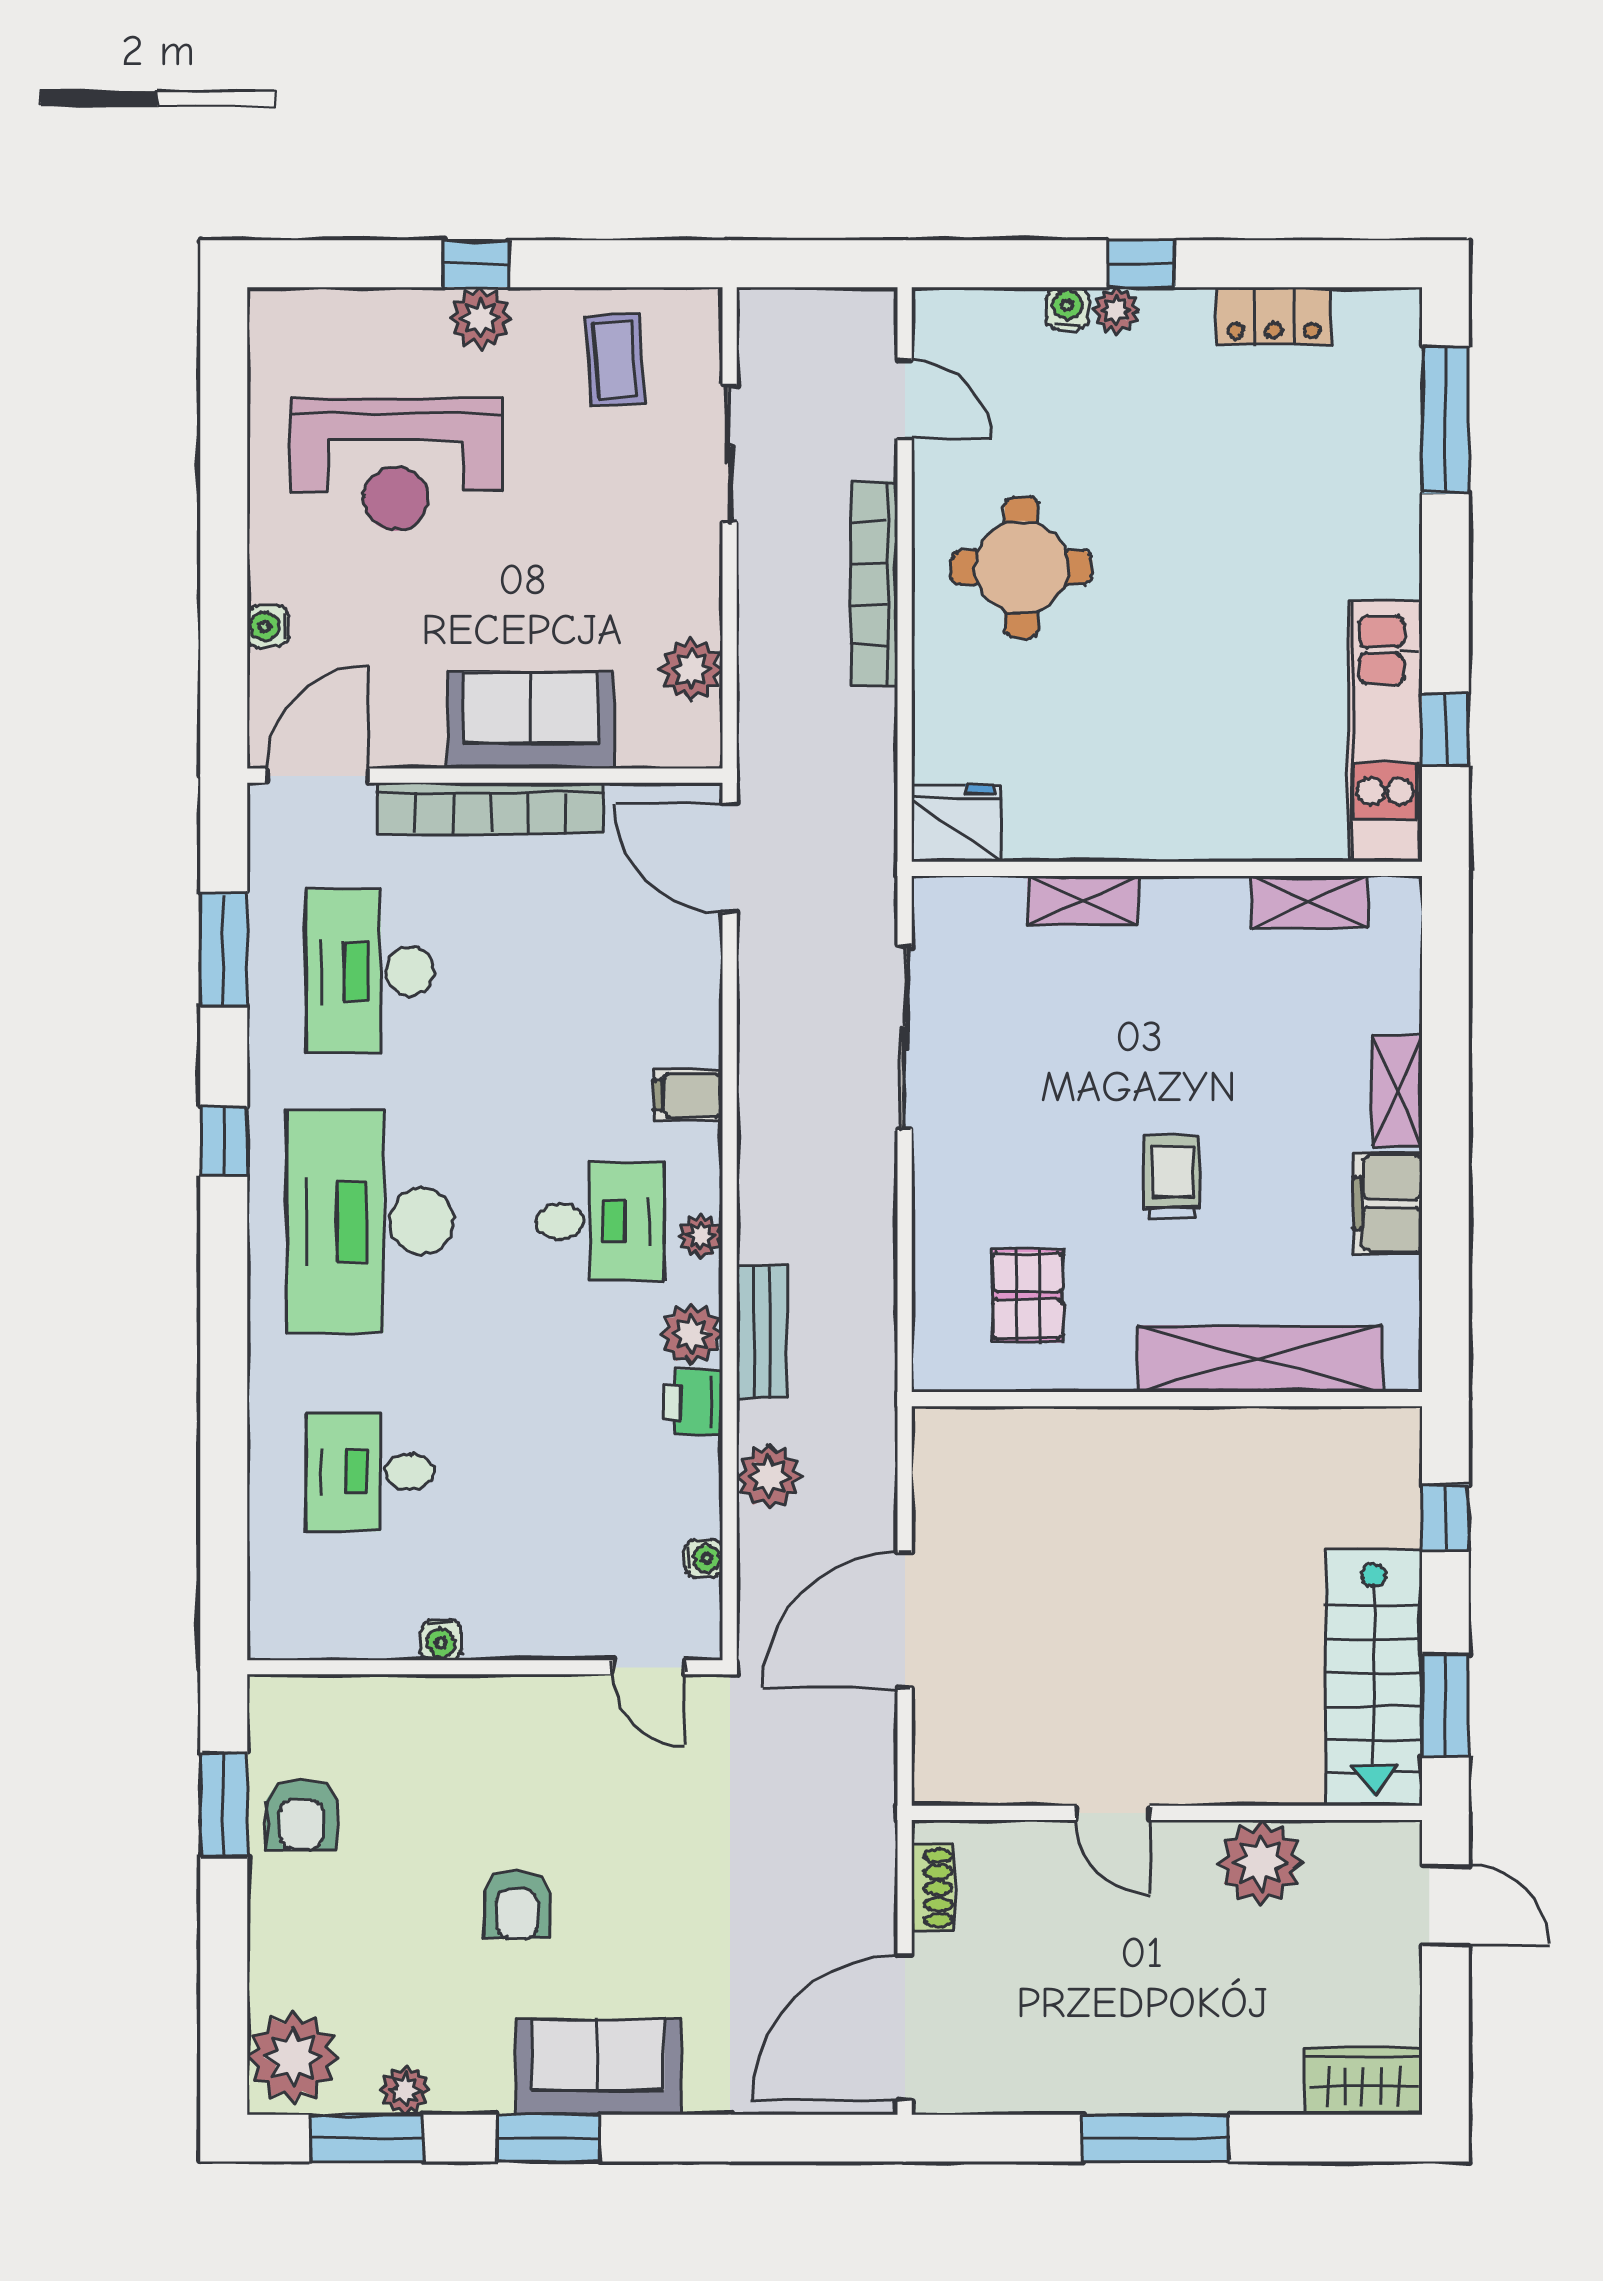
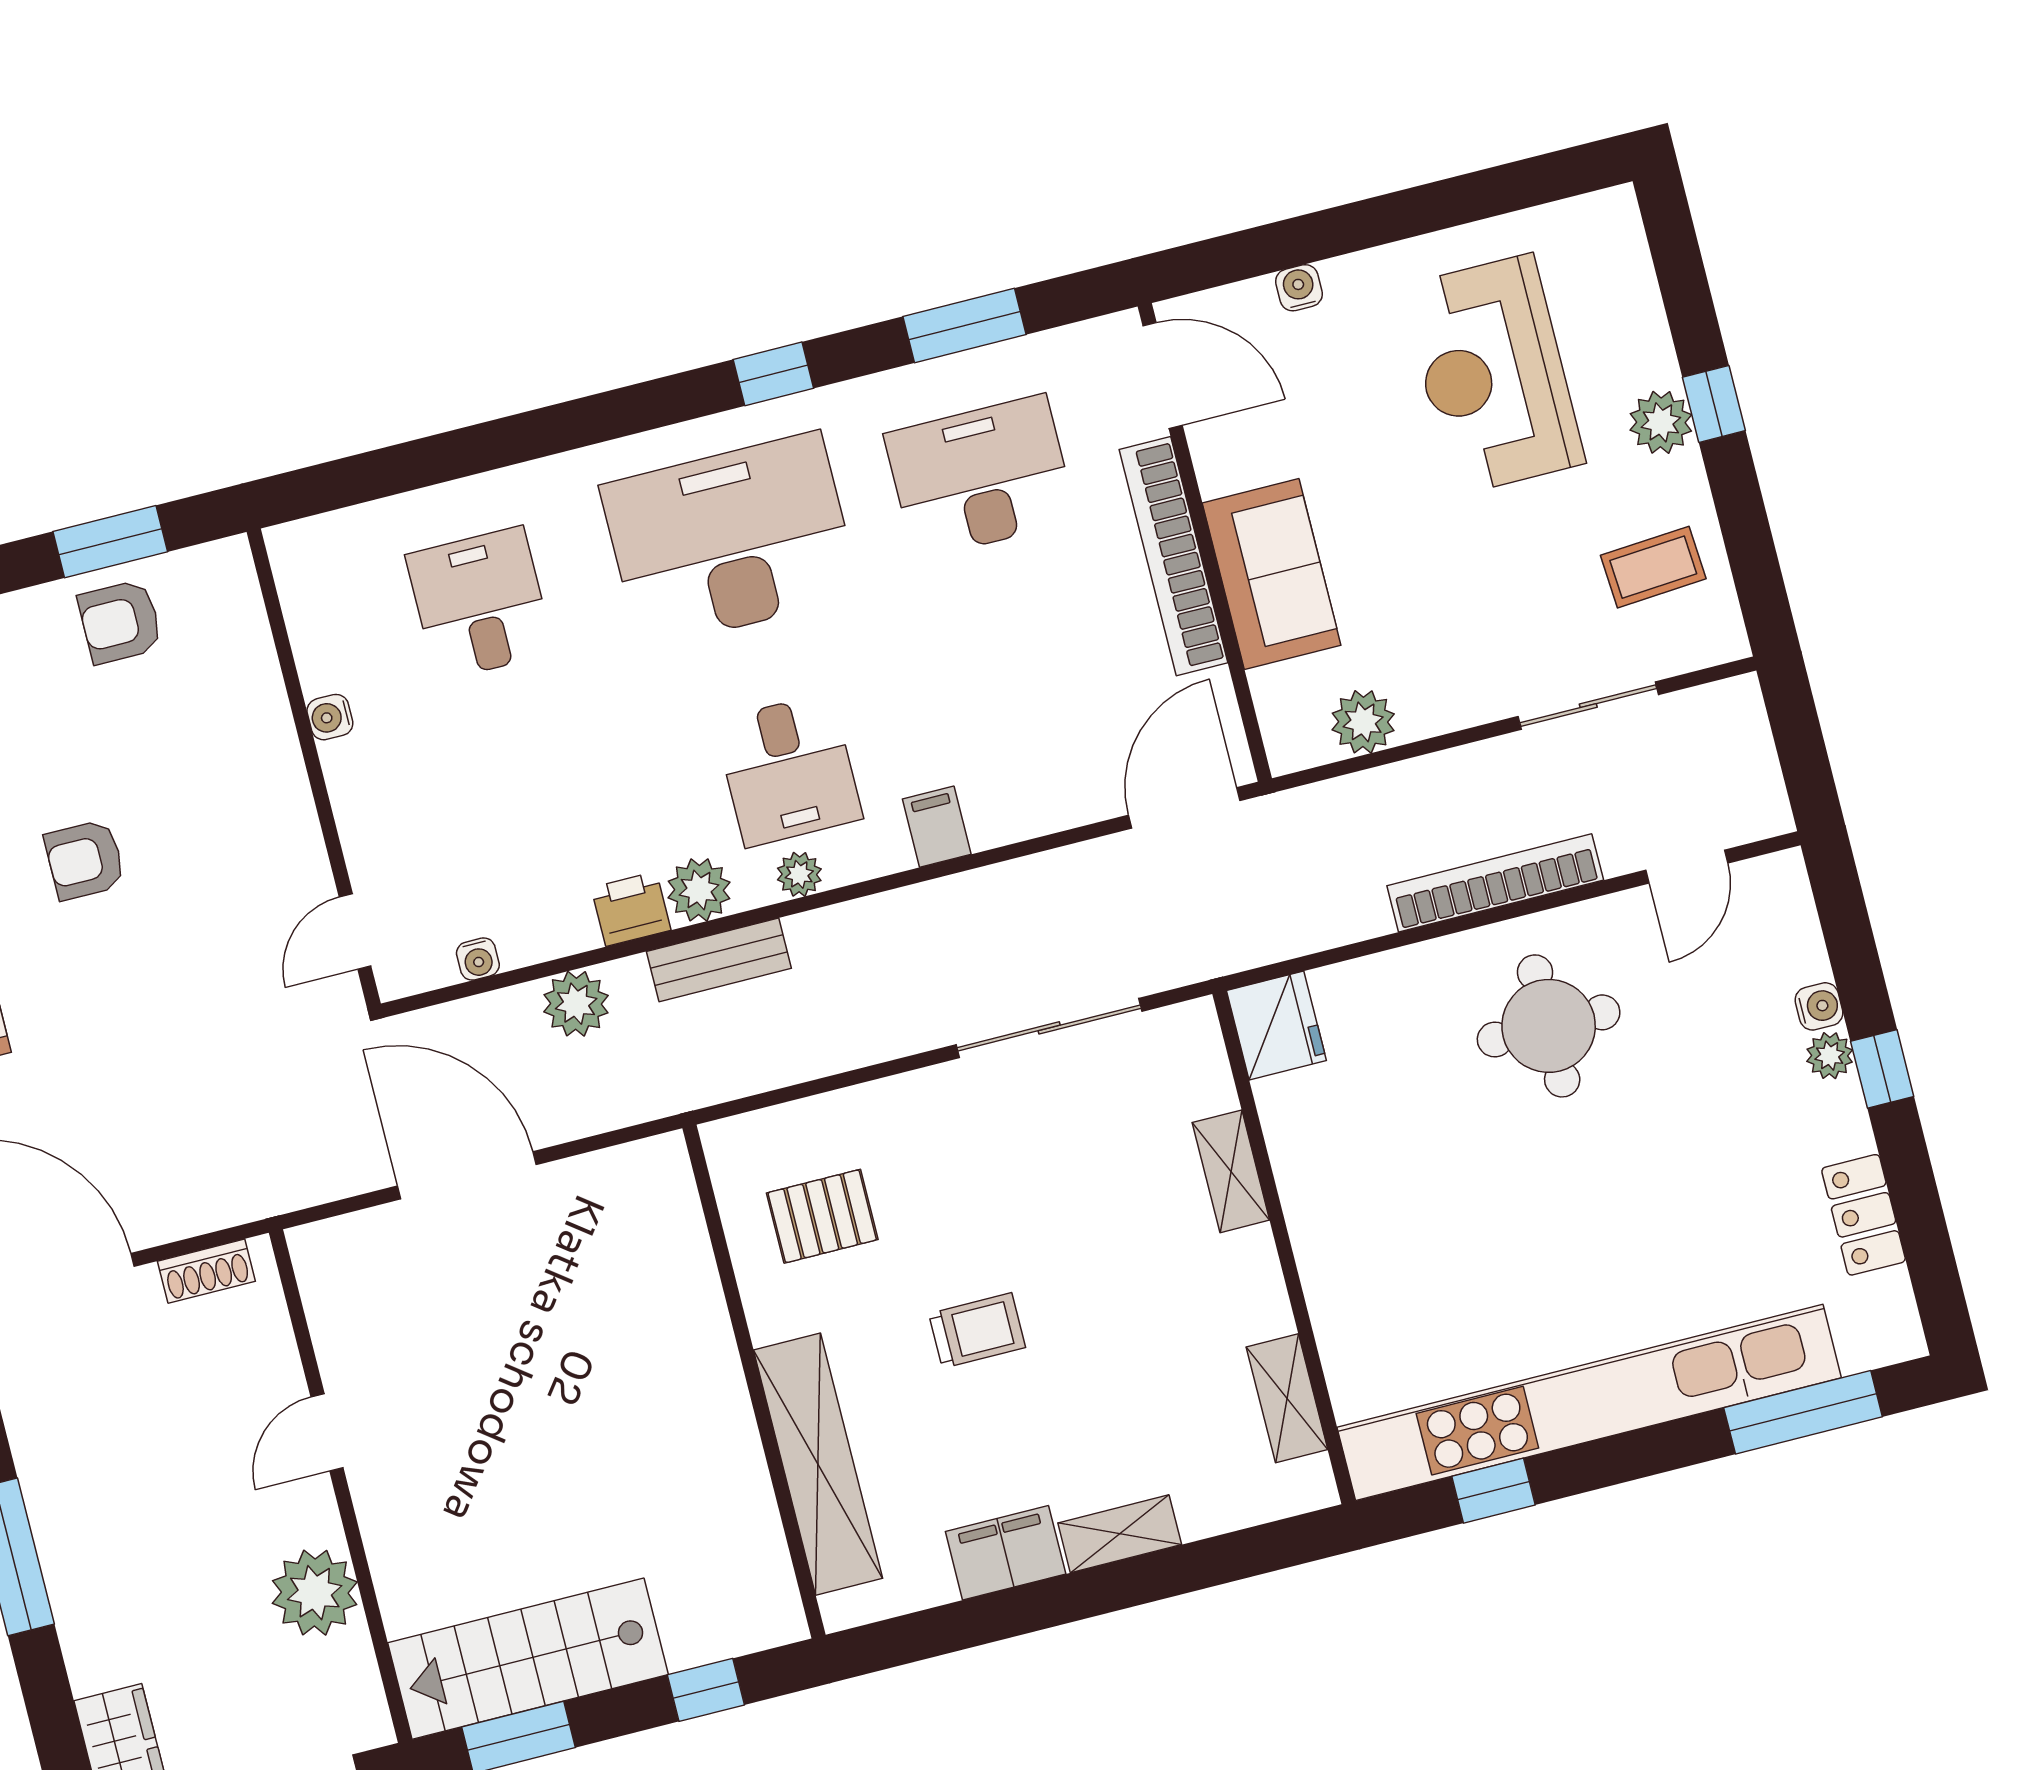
kitchen unit: (1385, 731) -> (1589, 1402), width x1.86

